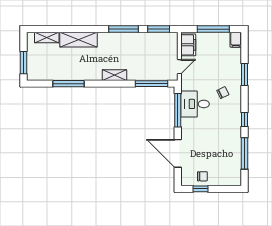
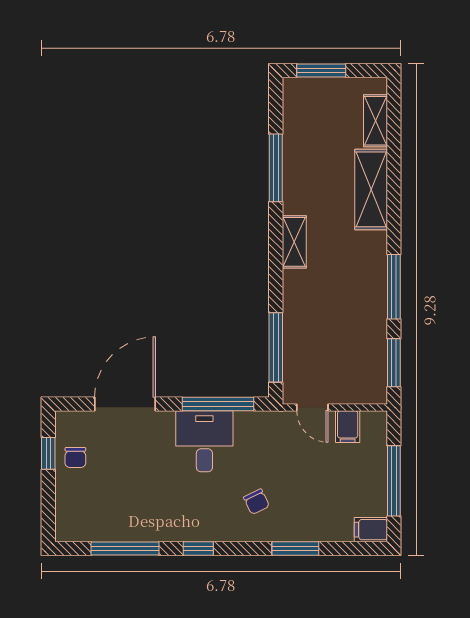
filing cabinet: (188, 45) -> (348, 427), width x0.50
shelving: (114, 75) -> (294, 242), moved
desk: (195, 104) -> (204, 441), moved

